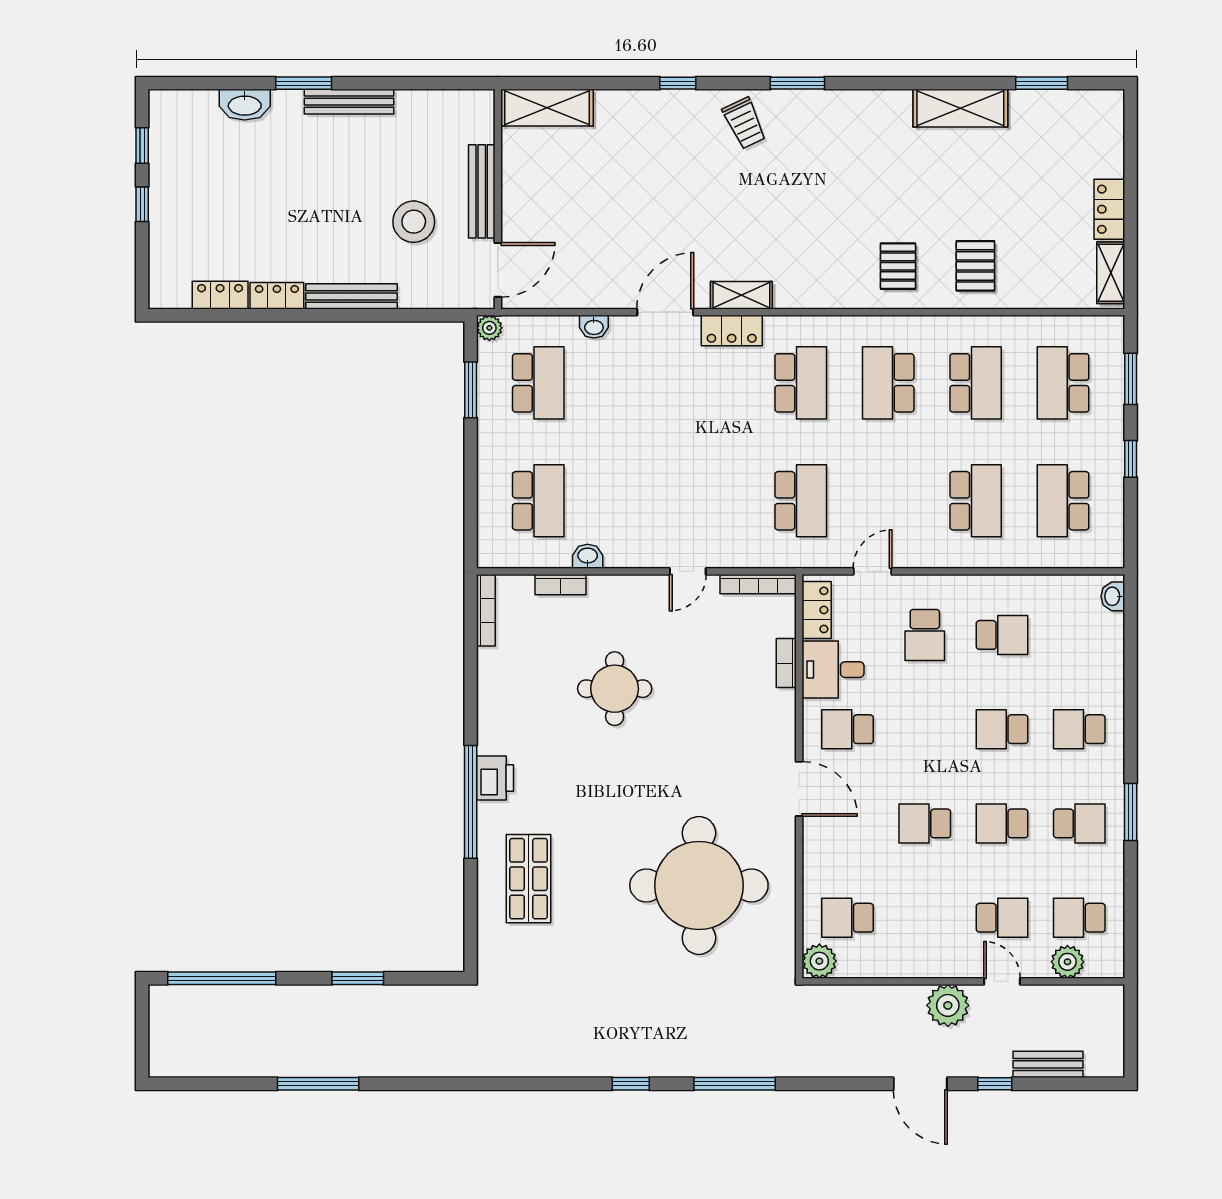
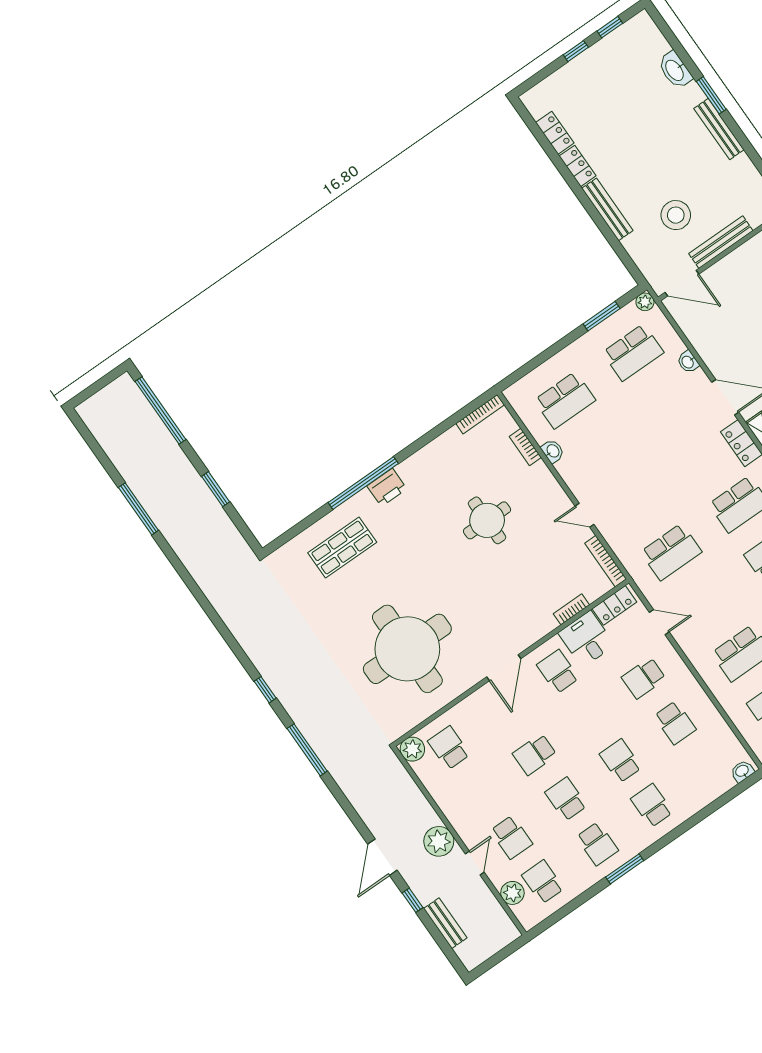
school desk: (925, 823) -> (535, 754), turned -90

